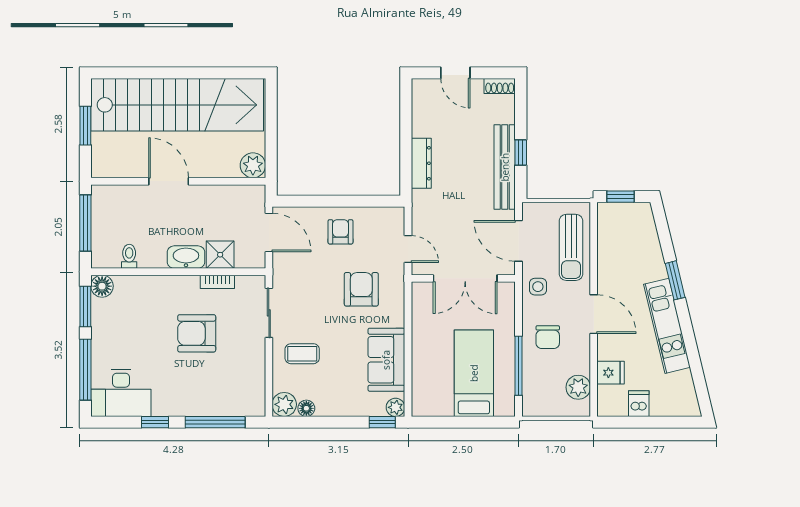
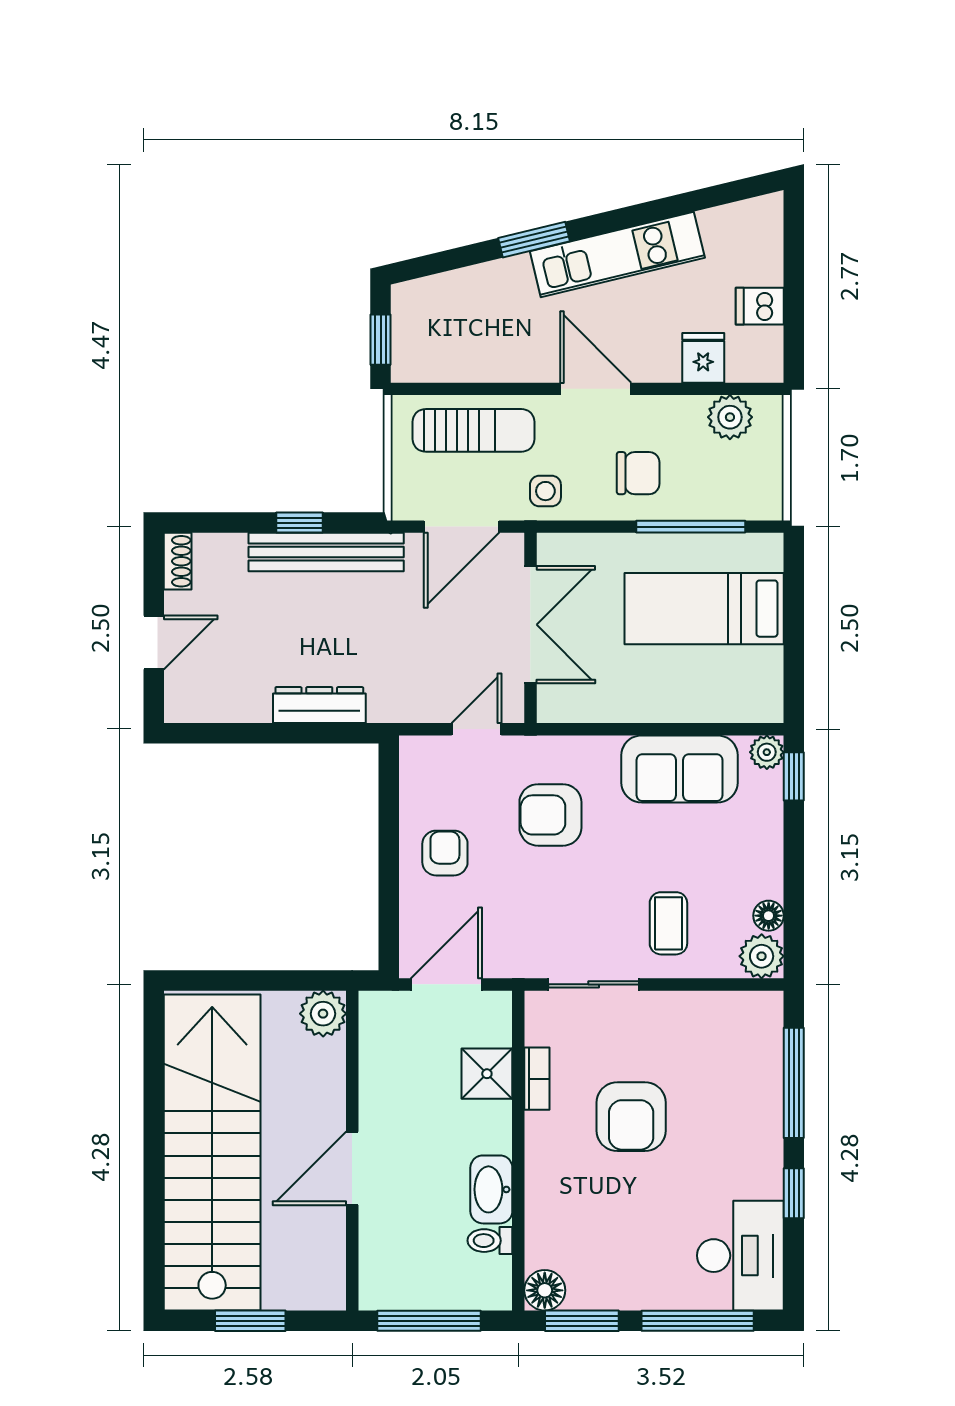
armchair: (341, 232) -> (445, 853), turned 90
washbasin: (186, 257) -> (491, 1189), moved
door: (594, 314) -> (596, 389), hinge flipped

